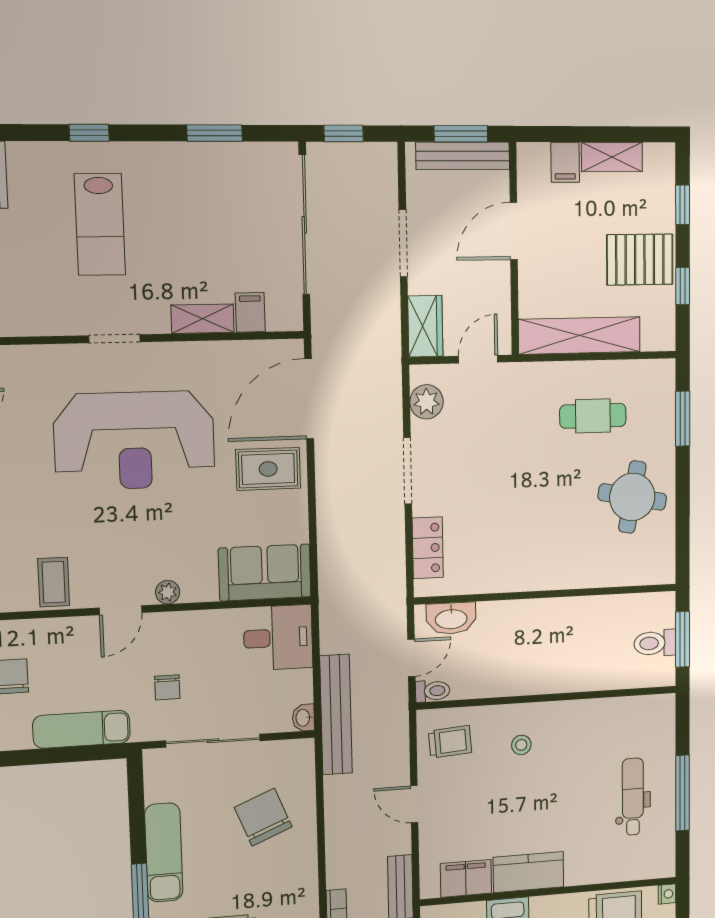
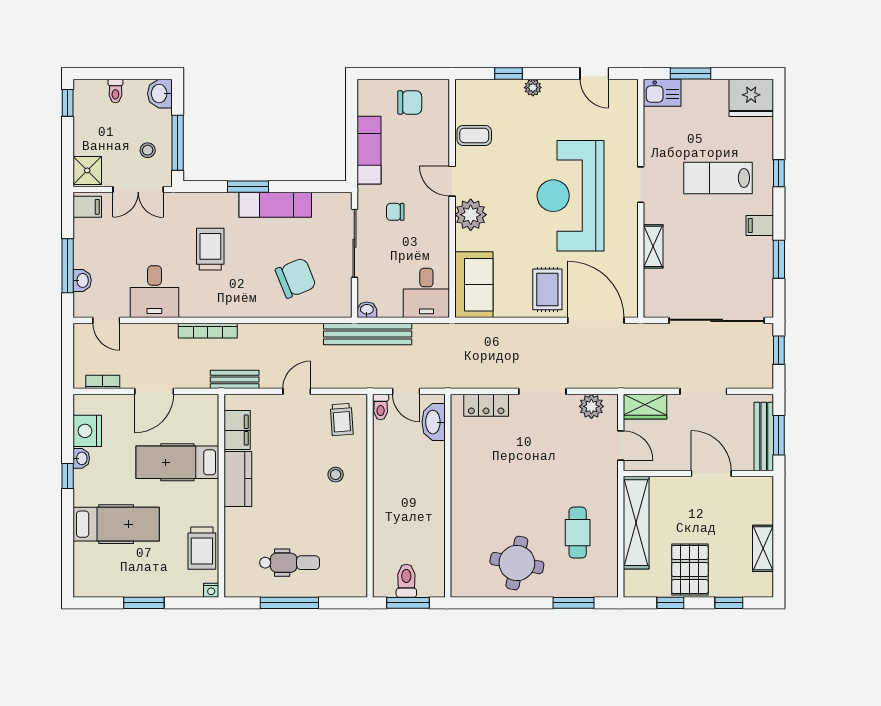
filing cabinet: (565, 162) -> (759, 513), removed
filing cabinet: (250, 312) -> (760, 225), moved, turned 180
plant: (168, 592) -> (471, 215), width x1.88, depth x1.88

